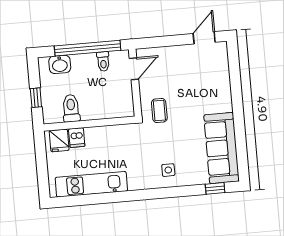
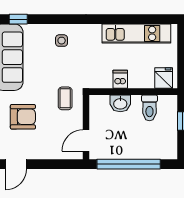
toilet: (103, 61) -> (115, 150), removed
washbasin: (60, 64) -> (120, 103), moved, turned 180
armchair: (201, 88) -> (23, 117), added
dishwasher: (77, 138) -> (120, 79), moved

